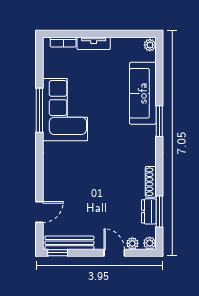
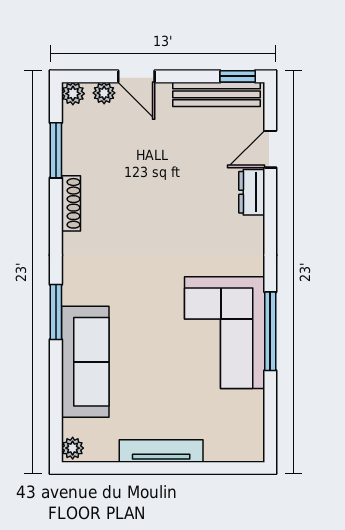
bookcase: (63, 42) -> (228, 453), removed
tv unit: (94, 43) -> (161, 451), width x1.41
dresser: (149, 211) -> (252, 192), moved, turned 180

